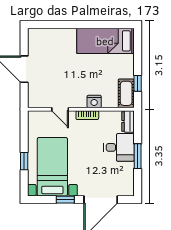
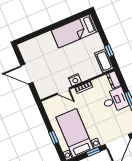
nightstand: (94, 101) -> (75, 80), moved

